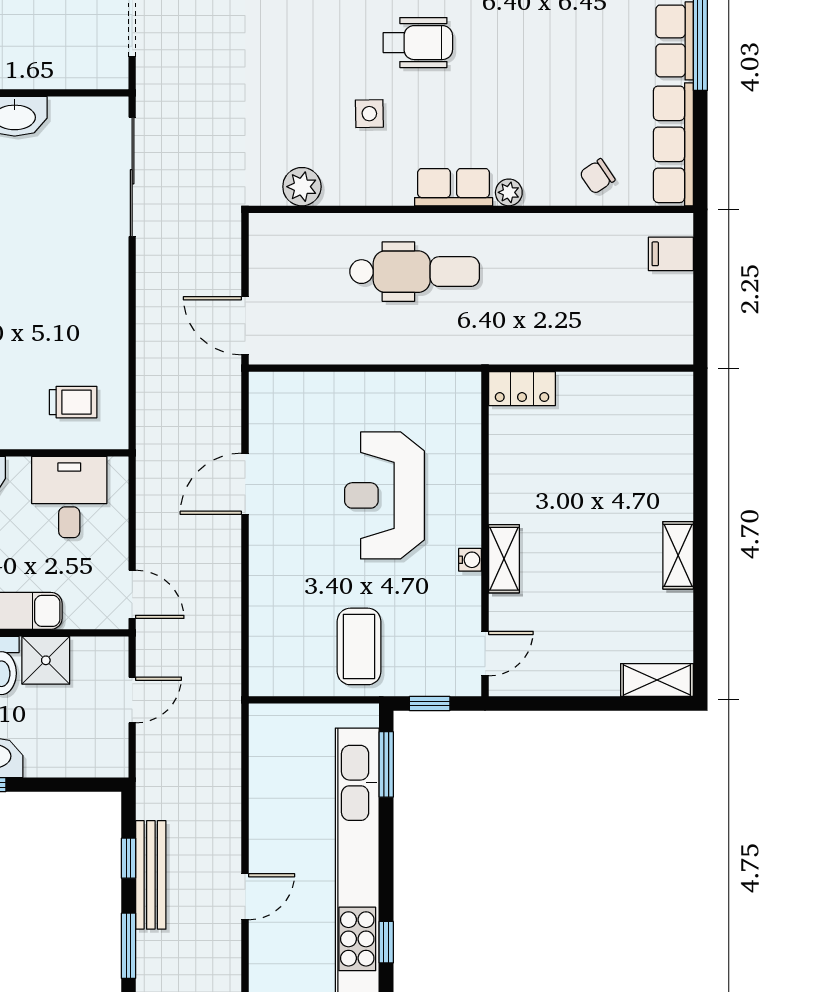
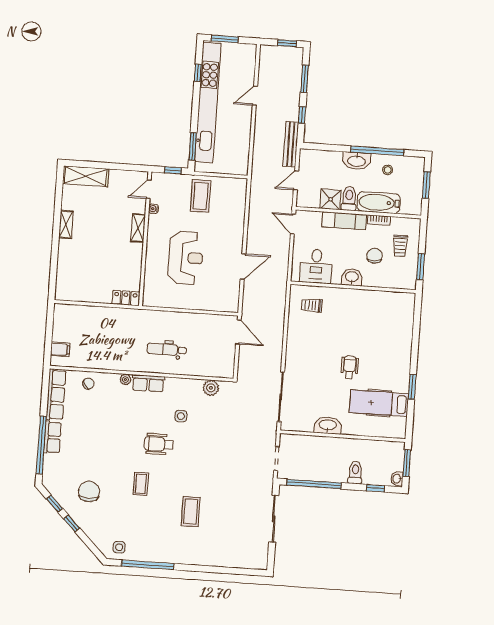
dental chair: (415, 272) -> (167, 349), width x0.73, depth x0.72
water cooler: (470, 560) -> (153, 209), moved
shelving: (657, 680) -> (86, 176), width x1.50, depth x1.33
bench: (151, 875) -> (291, 144), moved

